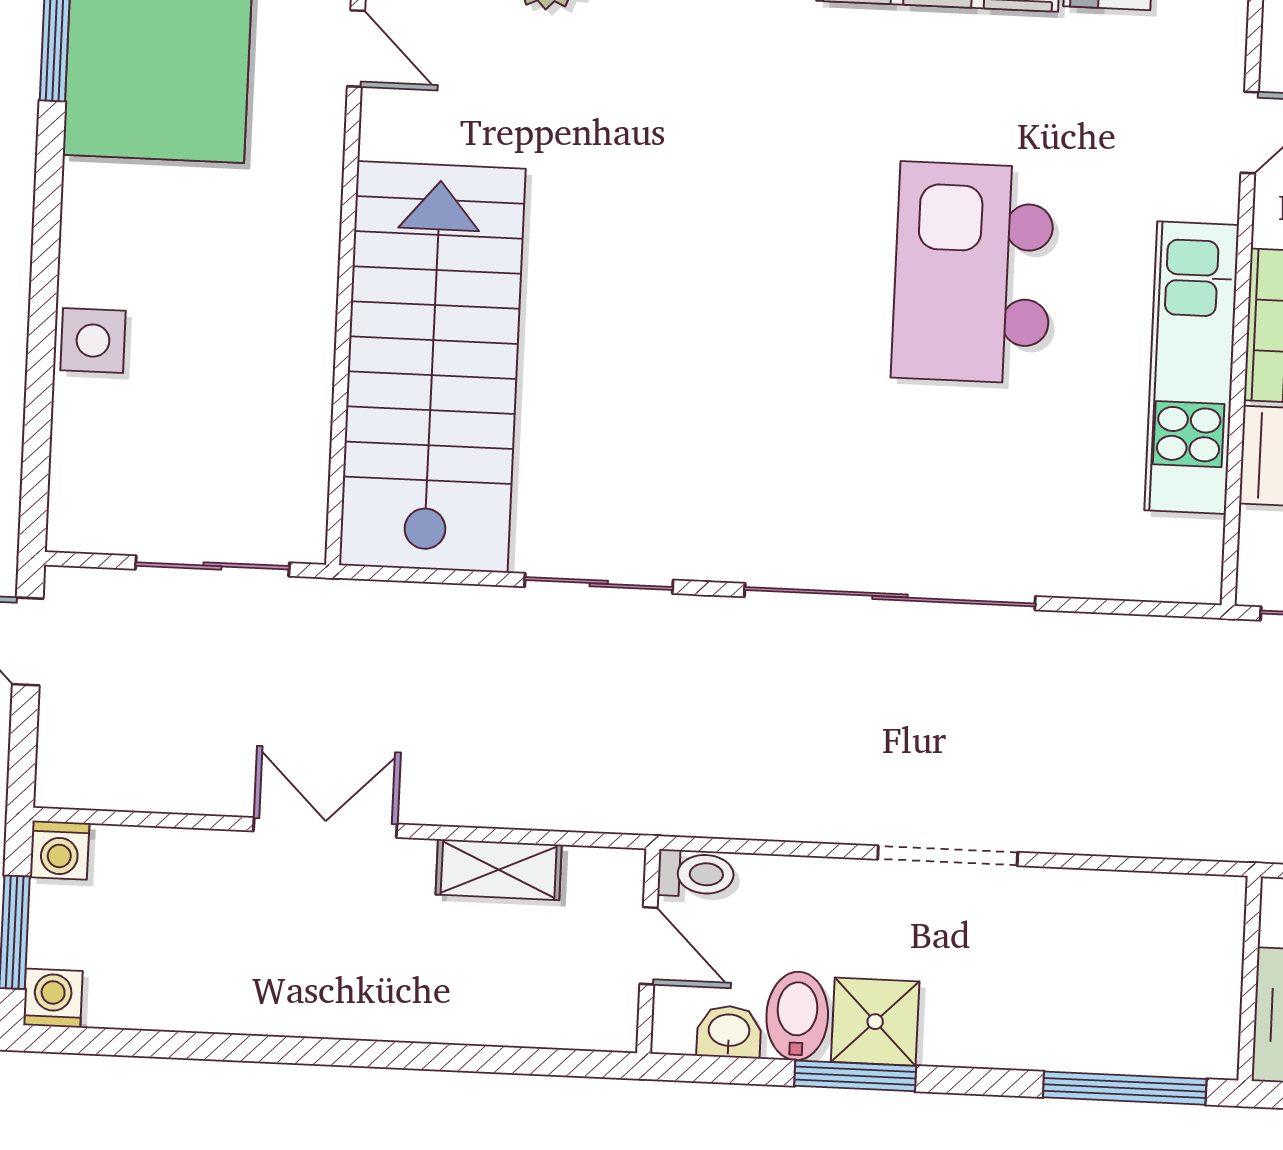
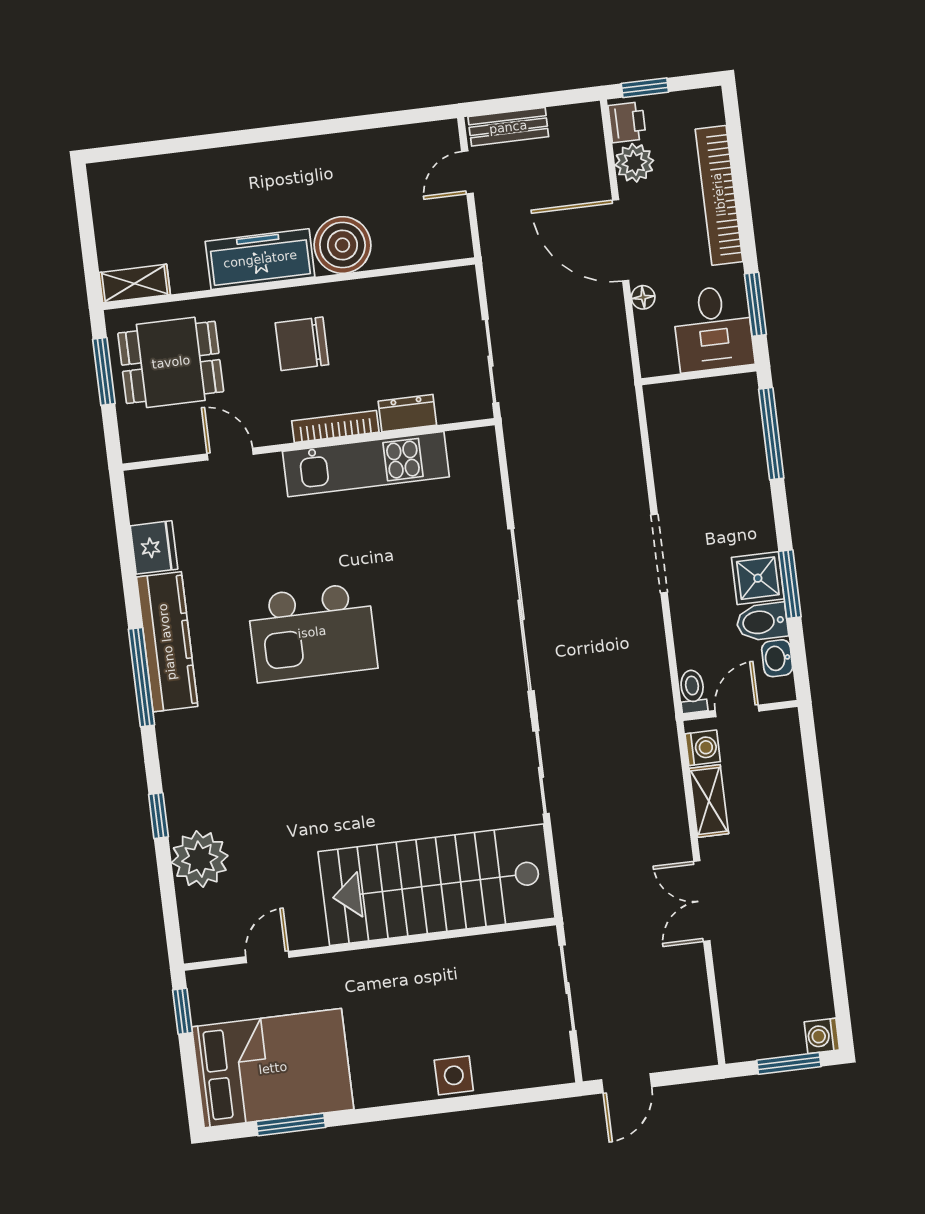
kitchen island: (973, 273) -> (312, 632), moved
washing machine: (60, 850) -> (703, 748), moved

